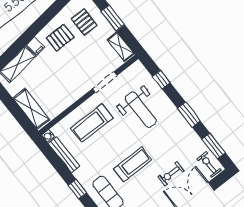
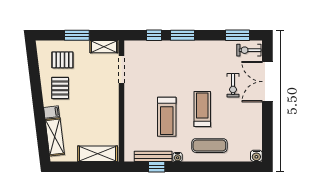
doorway: (105, 82) -> (122, 69), moved
weight bench: (141, 110) -> (165, 69), removed
window: (189, 115) -> (182, 35), moved
treadmill: (92, 123) -> (167, 117), moved
water cooler: (48, 136) -> (178, 157), moved
window: (77, 189) -> (157, 167), moved

